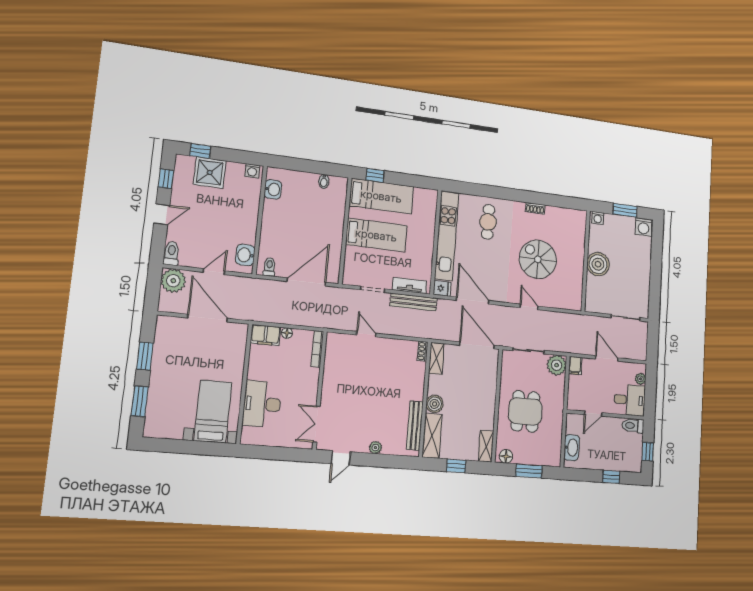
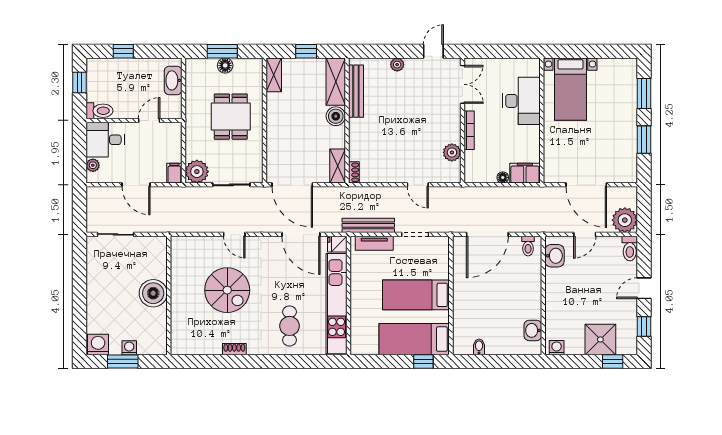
washing machine: (598, 218) -> (129, 348), moved
bookcase: (317, 349) -> (469, 130), moved
plant: (332, 361) -> (452, 152), added
floor lamp: (506, 456) -> (225, 65), moved

